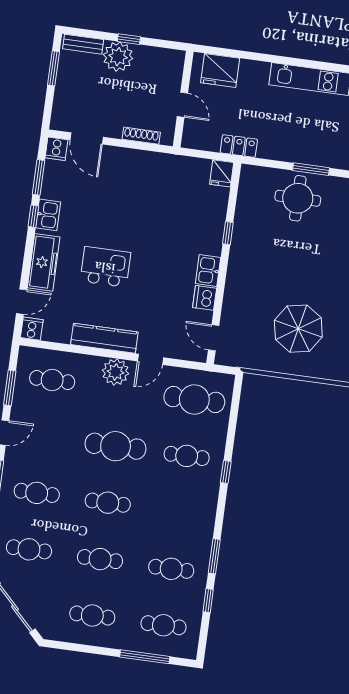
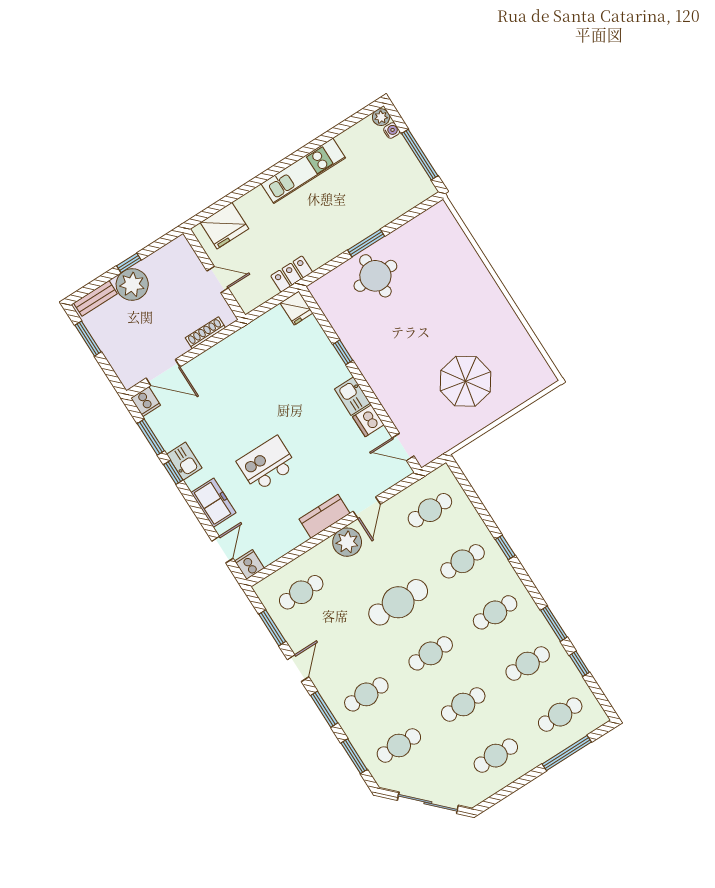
freezer: (44, 262) -> (213, 503), width x0.71
kitchen counter: (104, 338) -> (325, 516), width x0.67
cafe table: (194, 400) -> (430, 510), width x0.73, depth x0.74
cafe table: (179, 512) -> (495, 612), added

